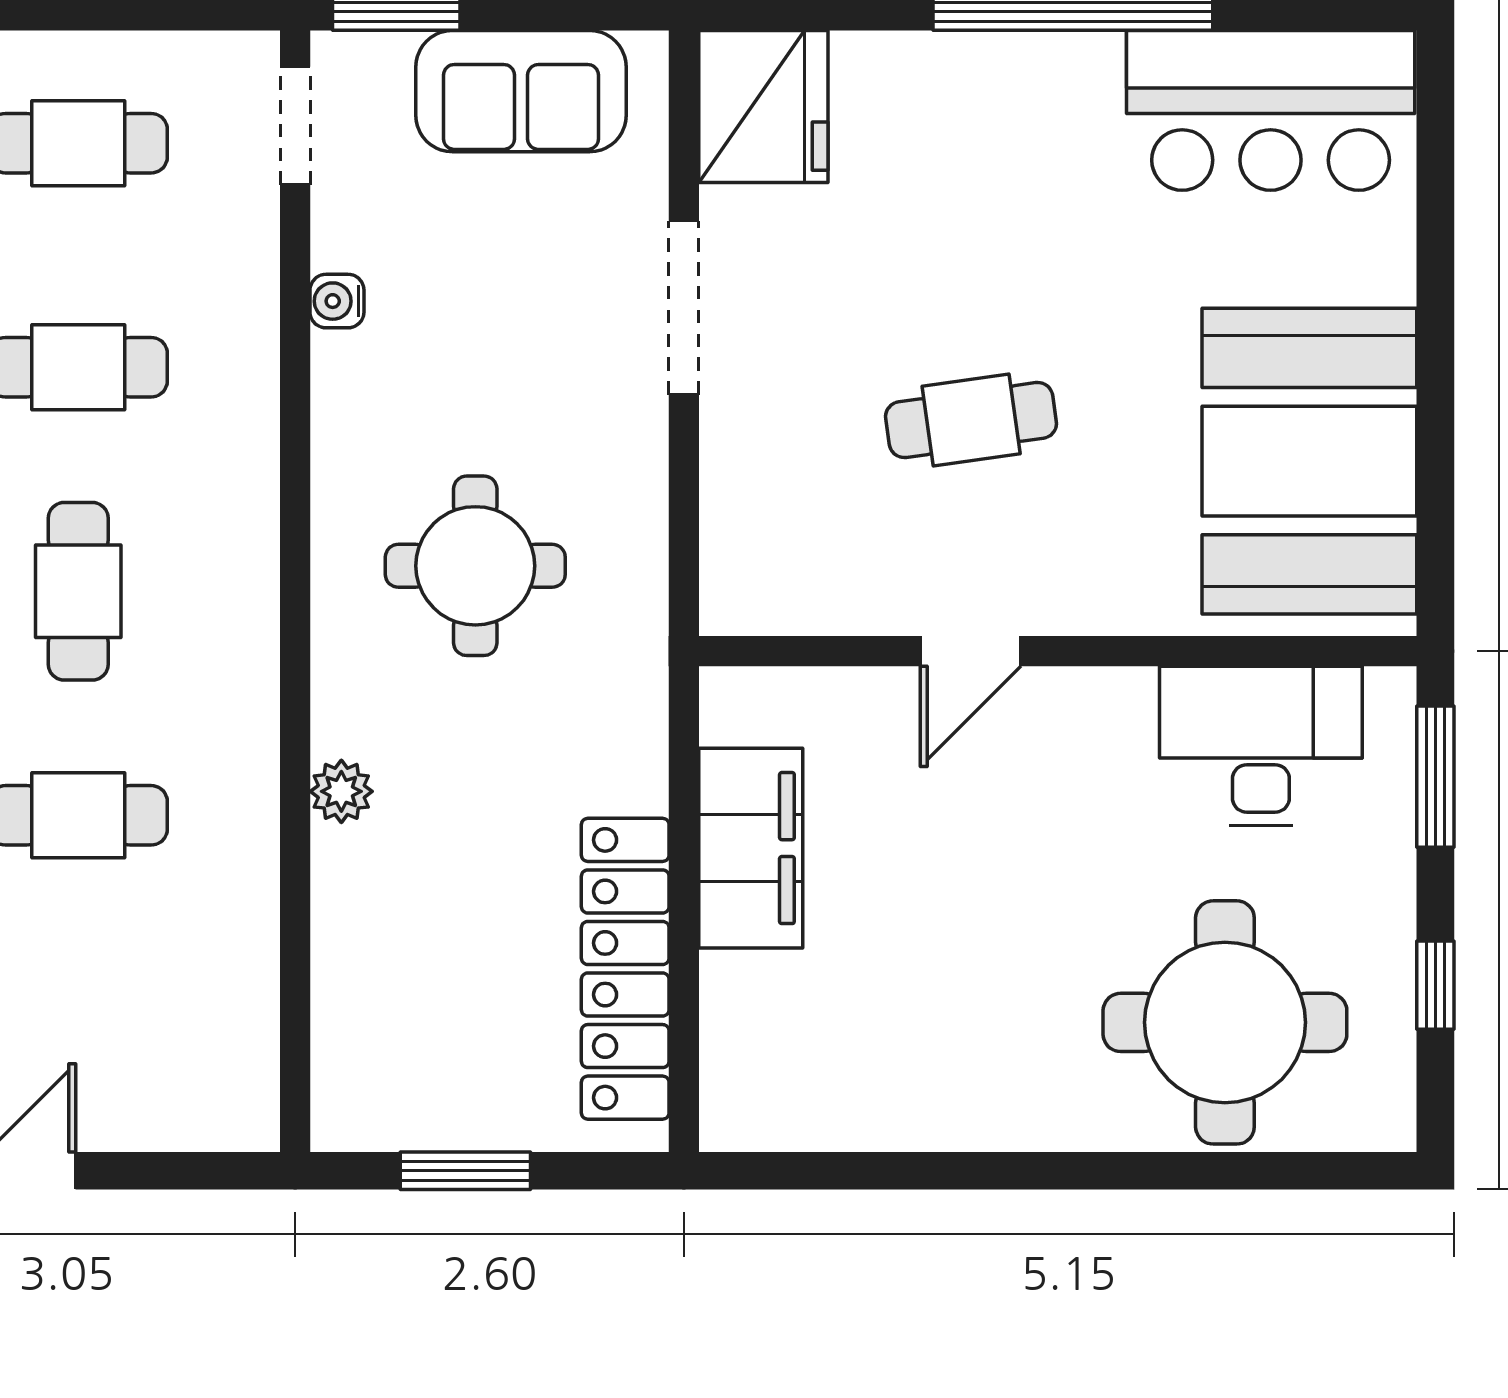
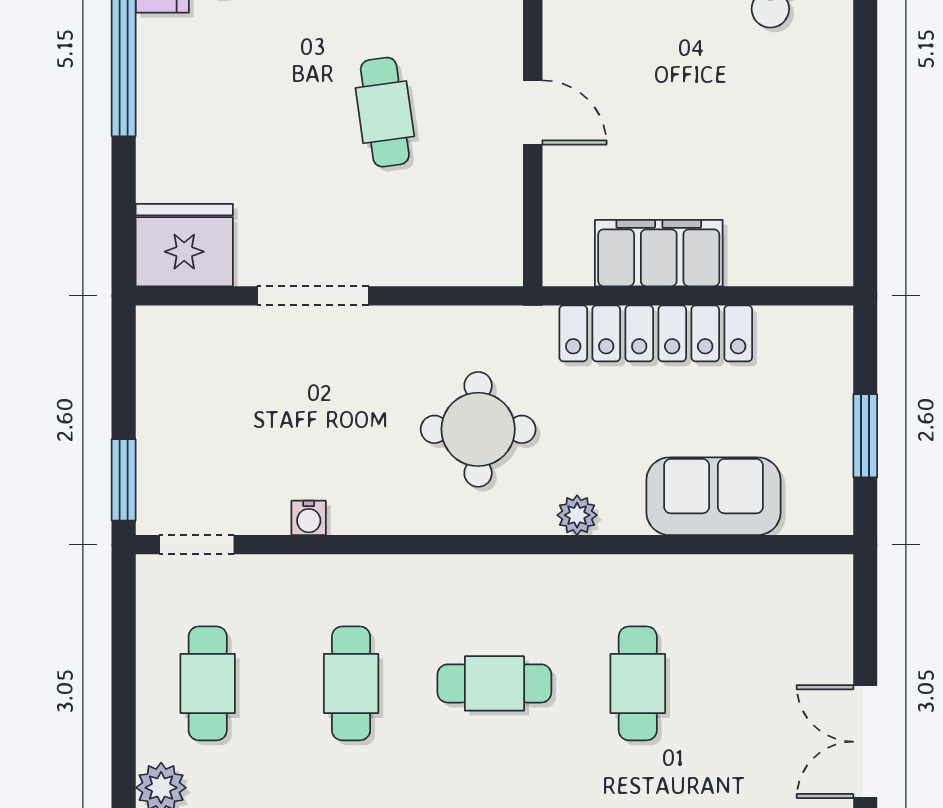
sofa: (521, 91) -> (713, 496), moved, turned -90
plant: (341, 791) -> (577, 515), moved
locker: (625, 969) -> (656, 333), moved

